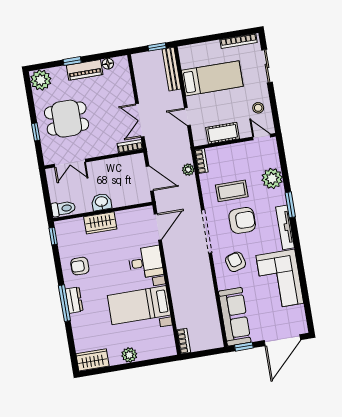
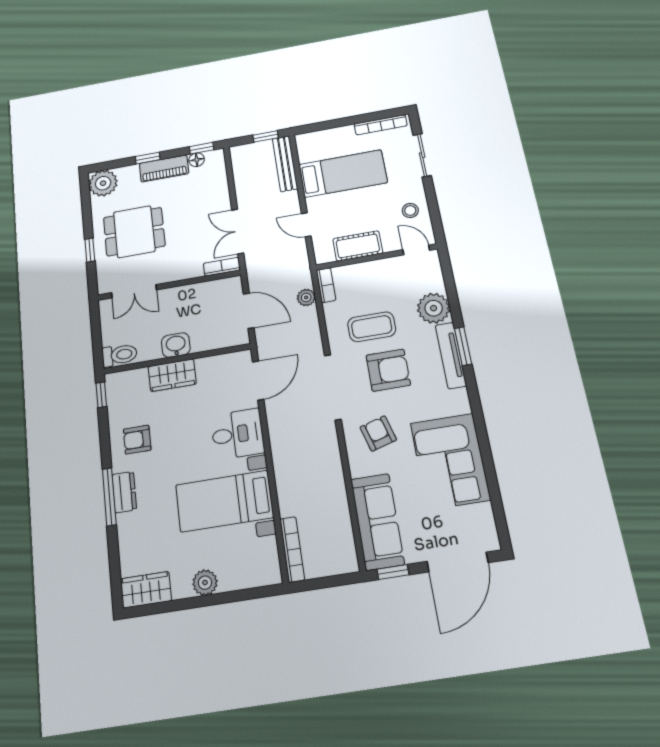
window: (111, 55) -> (202, 148), added
tv unit: (285, 227) -> (451, 355), moved
bookcase: (184, 341) -> (292, 549), width x1.56

